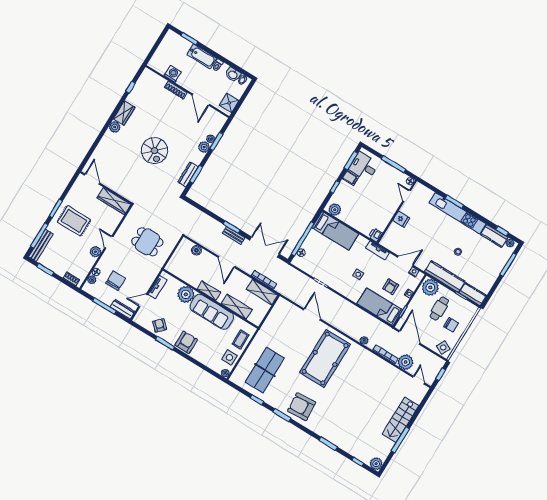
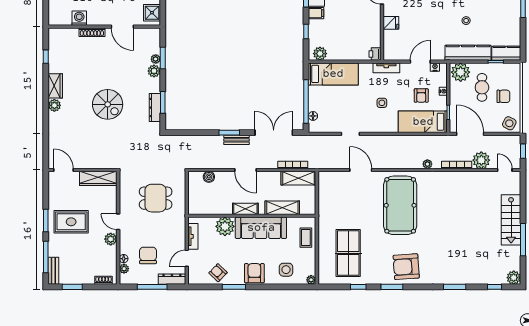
bench: (41, 245) -> (53, 271), width x0.73
side table: (230, 357) -> (286, 270), moved

